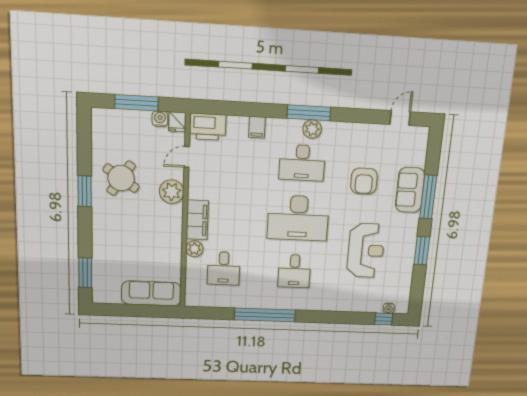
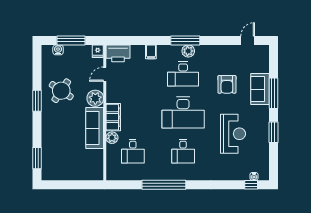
water cooler: (160, 119) -> (58, 50), moved
sofa: (151, 293) -> (95, 128), moved, turned -90

